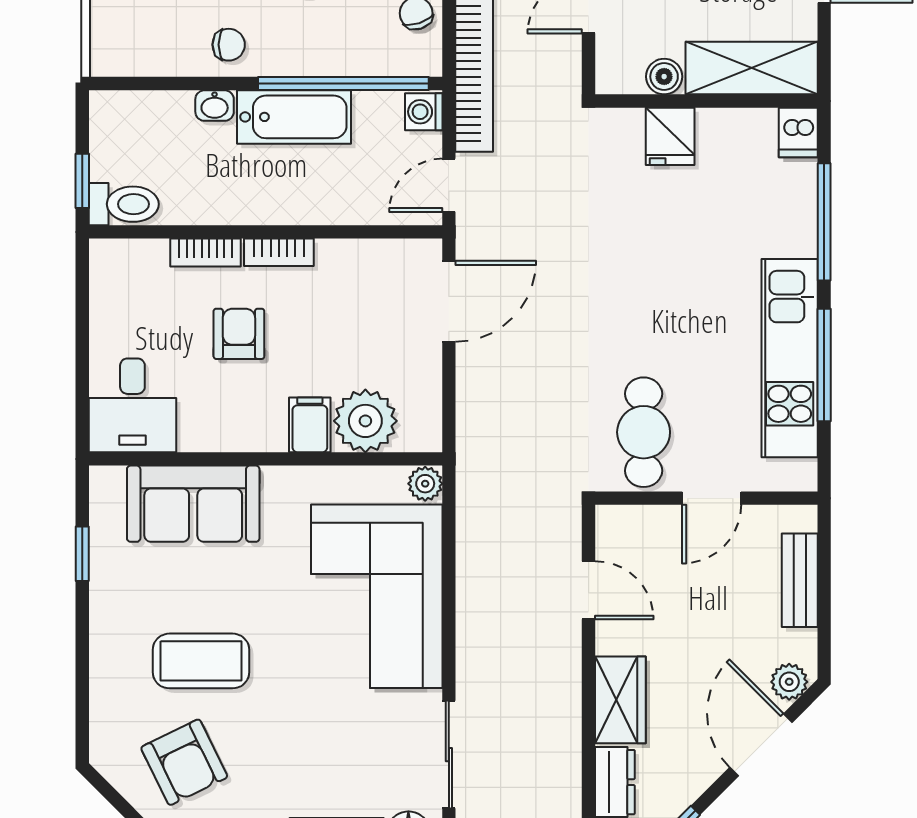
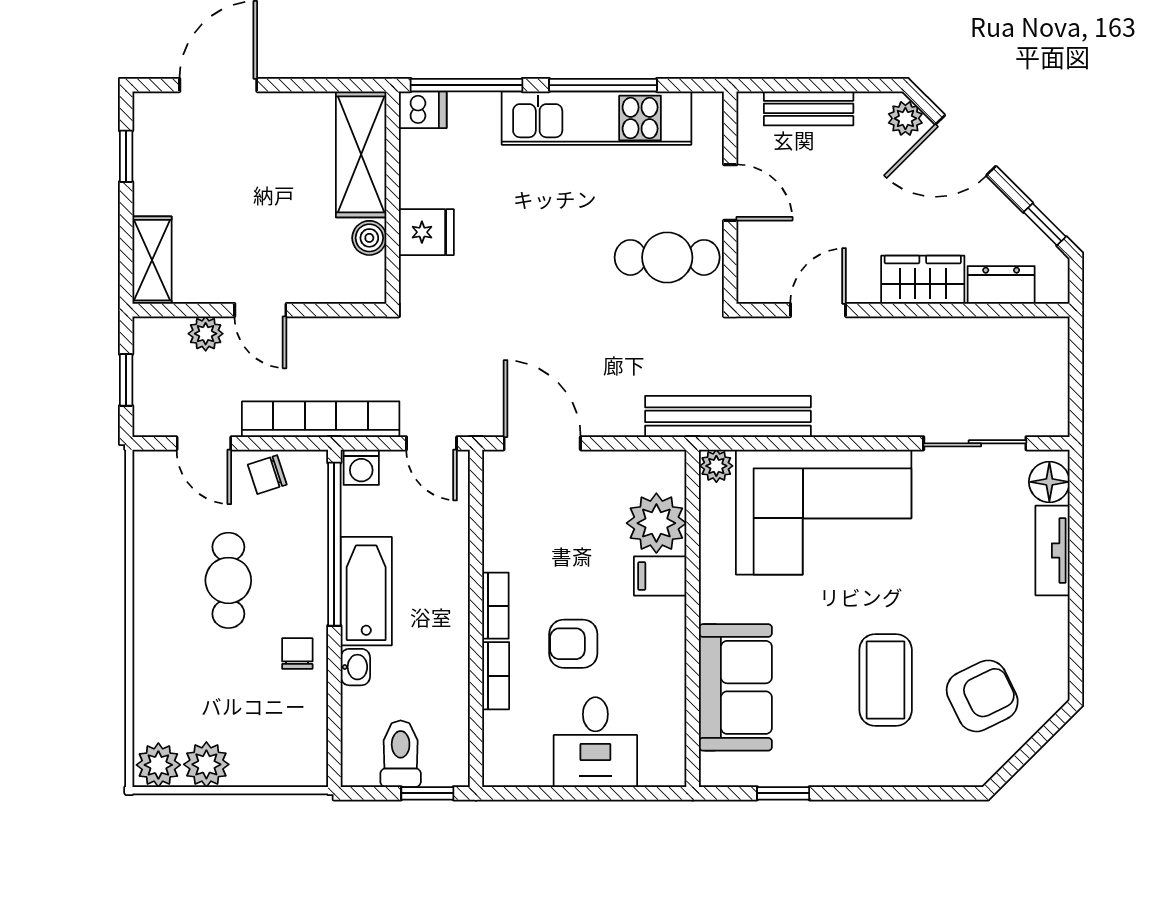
shelving: (752, 68) -> (361, 154), moved
boiler: (664, 77) -> (369, 238), moved
wall: (706, 101) -> (393, 198), moved
dishwasher: (798, 132) -> (423, 110), moved
fridge: (670, 136) -> (426, 232), moved
toilet: (124, 204) -> (401, 754), moved
desk: (132, 405) -> (595, 742), moved, turned 90
bench: (477, 496) -> (728, 416), added

